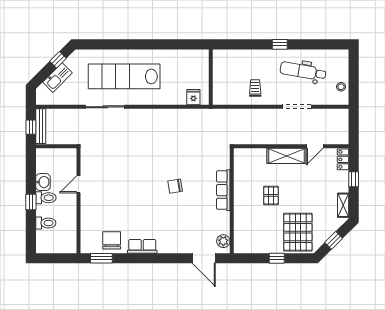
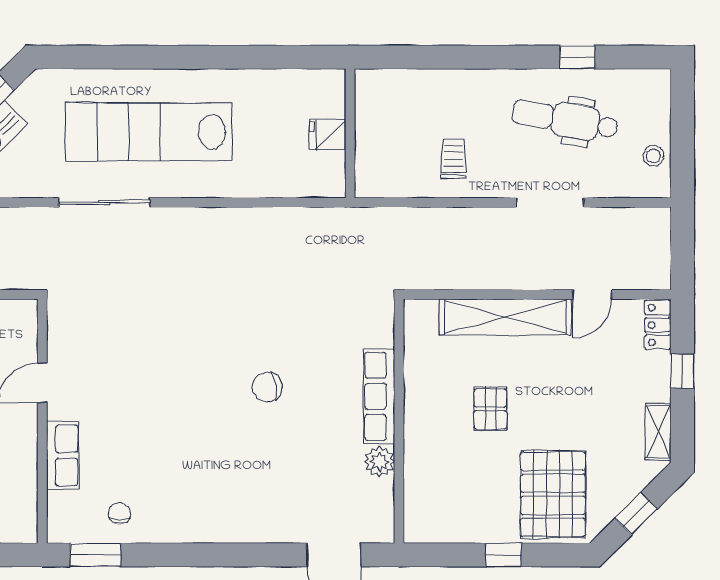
window: (280, 44) -> (577, 57), moved
fridge: (193, 97) -> (328, 135), moved, turned -90
shelving: (287, 156) -> (505, 317), width x1.47
chair: (112, 240) -> (119, 513), width x0.54, depth x0.54
plant: (223, 241) -> (379, 462), moved
row of seats: (142, 246) -> (63, 455), moved, turned 90

